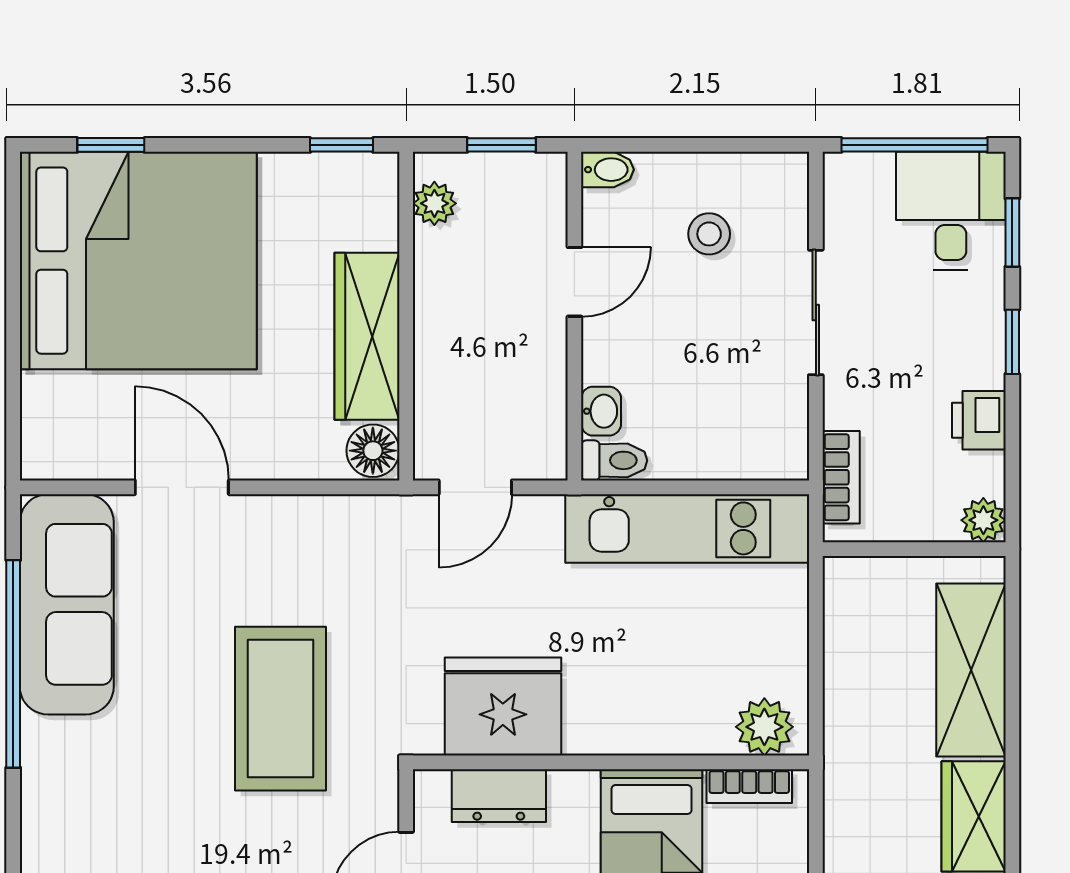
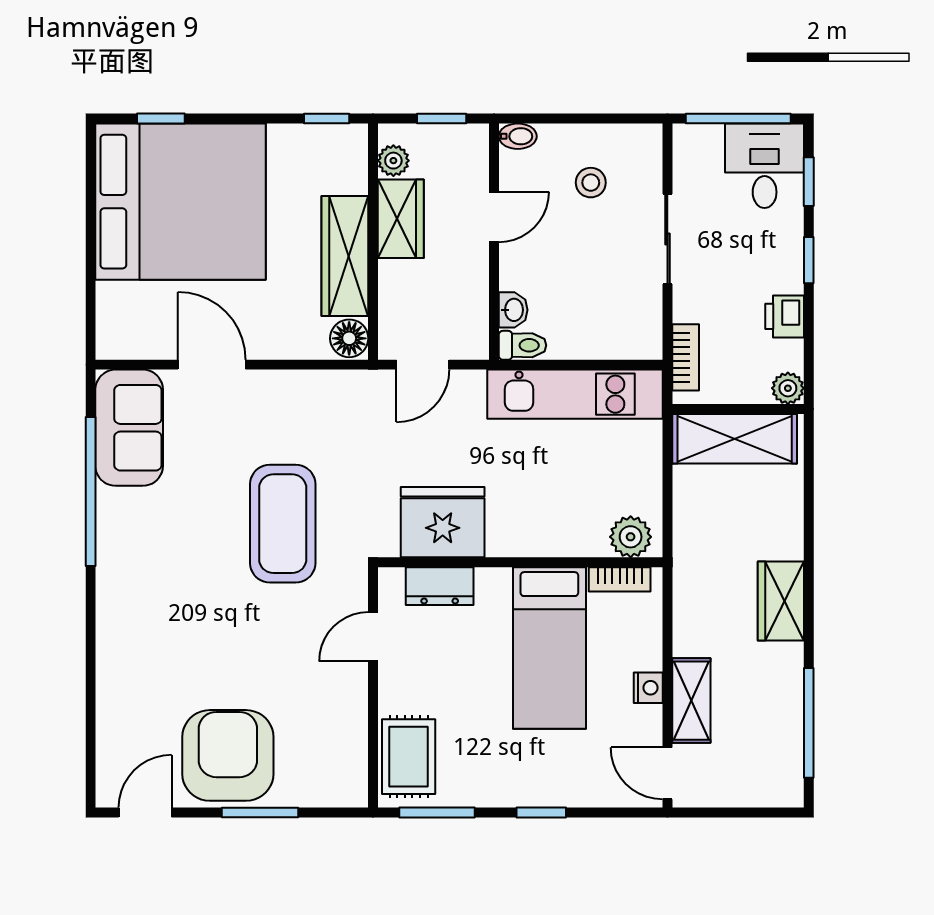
wardrobe: (445, 284) -> (401, 219), added
sofa: (67, 604) -> (129, 428), width x0.73
shelving: (971, 670) -> (735, 439), moved, turned 90

